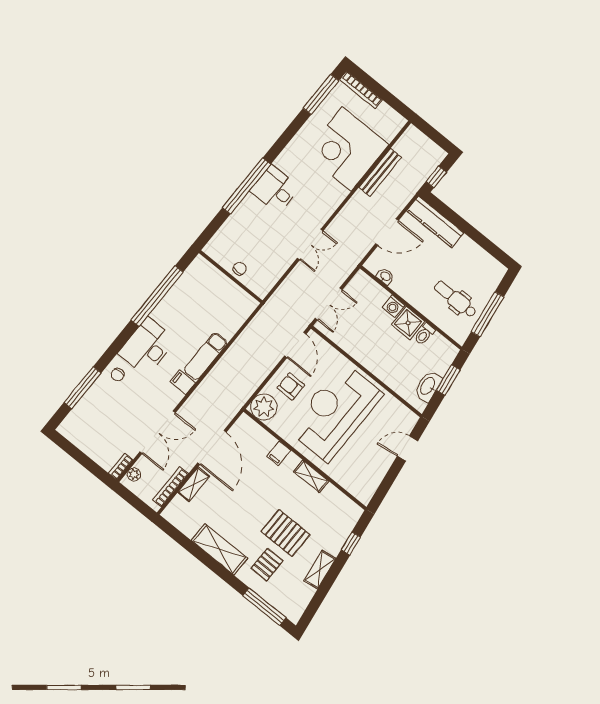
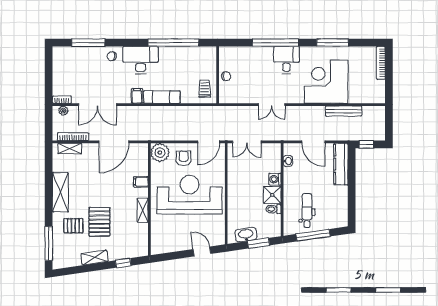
window: (321, 94) -> (333, 43), moved
corner desk: (347, 149) -> (326, 82), moved
trolley: (234, 303) -> (205, 89), added
shelving: (194, 484) -> (70, 148), moved

